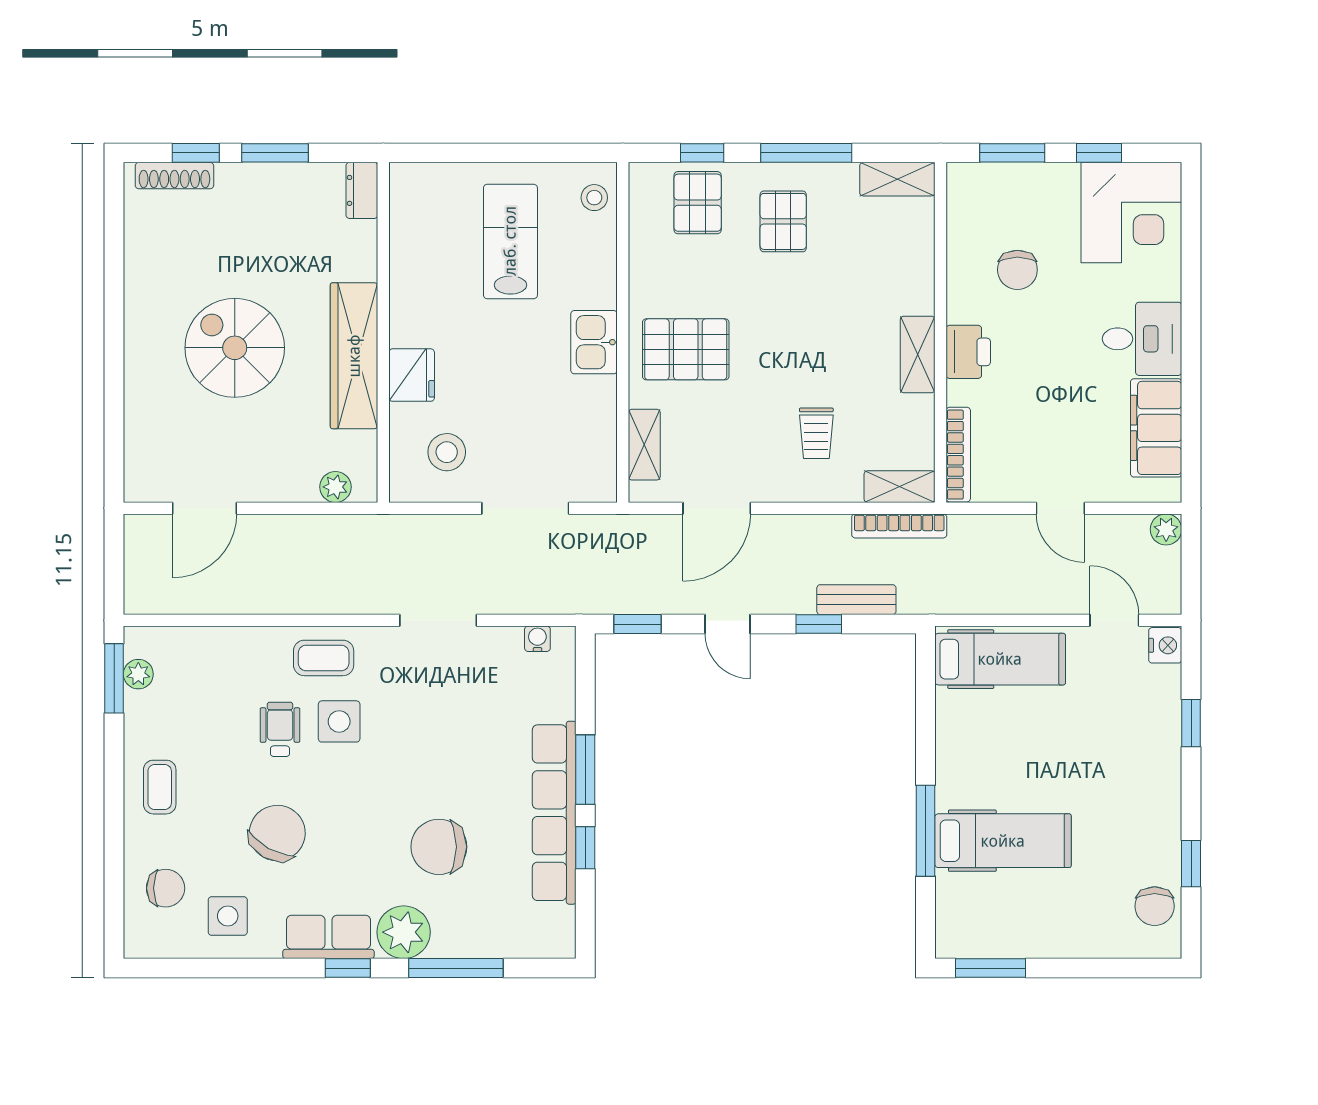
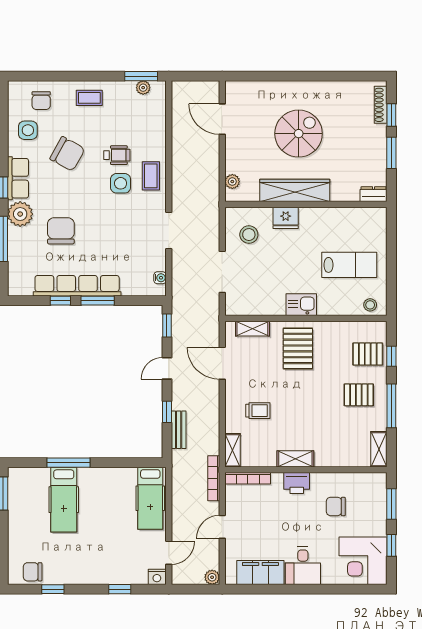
trolley: (816, 433) -> (258, 411), turned 180
bookcase: (899, 526) -> (214, 478), moved

